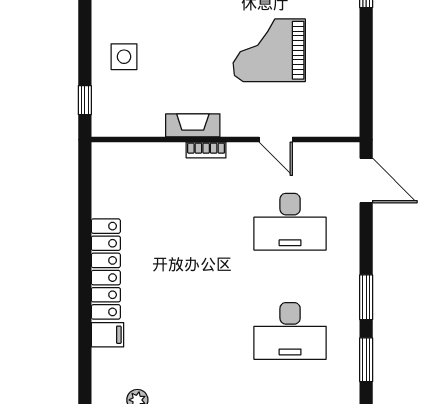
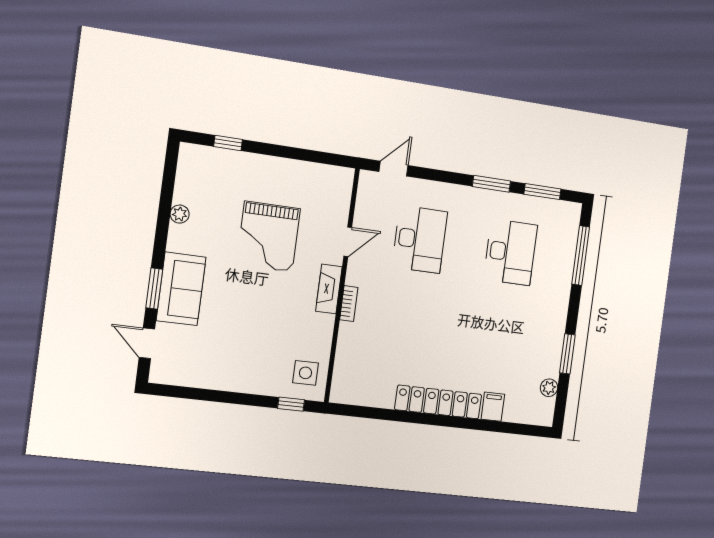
side table: (124, 57) -> (305, 373), moved
fireplace: (193, 125) -> (329, 289), moved
door: (366, 180) -> (393, 169), width x0.73

